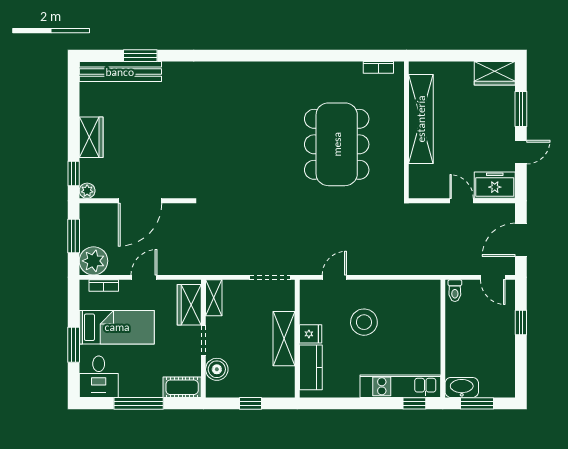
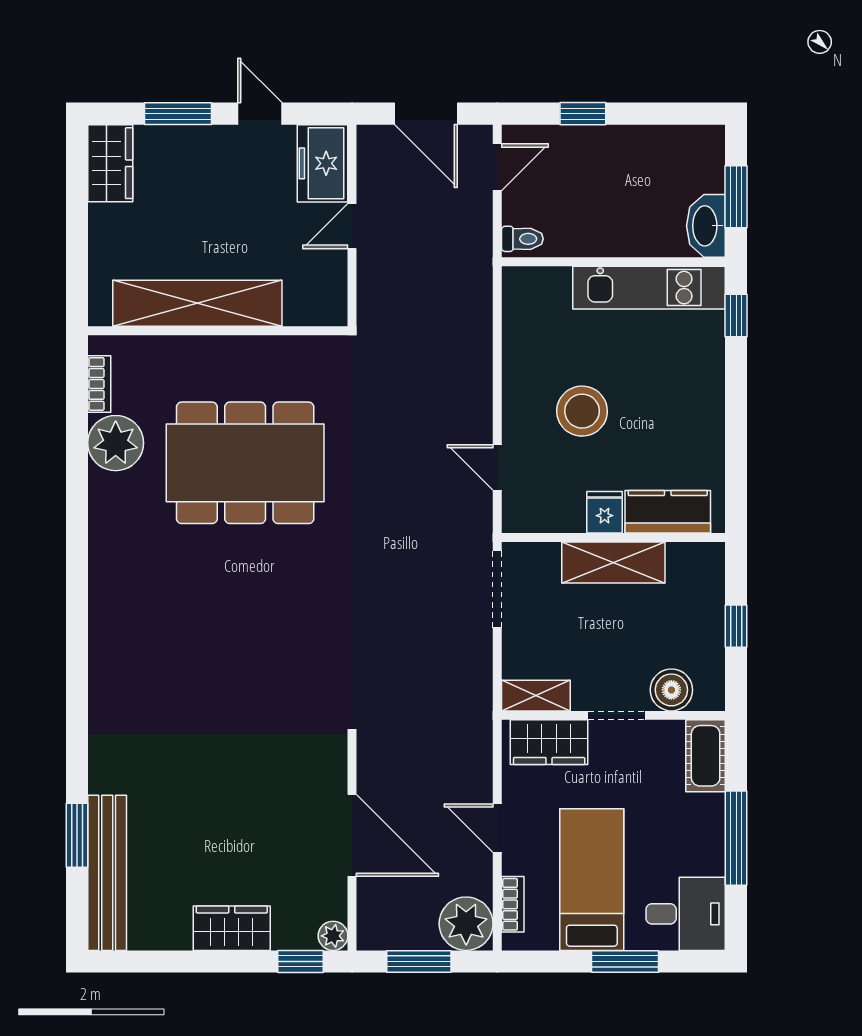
plant: (347, 76) -> (116, 443), added
kitchen unit: (400, 386) -> (649, 288), moved, turned -90

